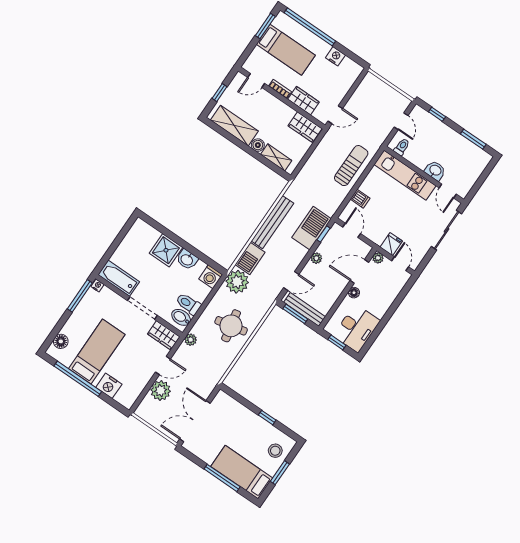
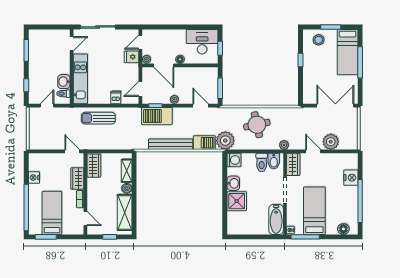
washbasin: (435, 171) -> (64, 82), moved
bench: (305, 309) -> (213, 84), removed
bed: (97, 352) -> (314, 211), moved, turned 90
double door: (195, 421) -> (335, 106), swing flipped

